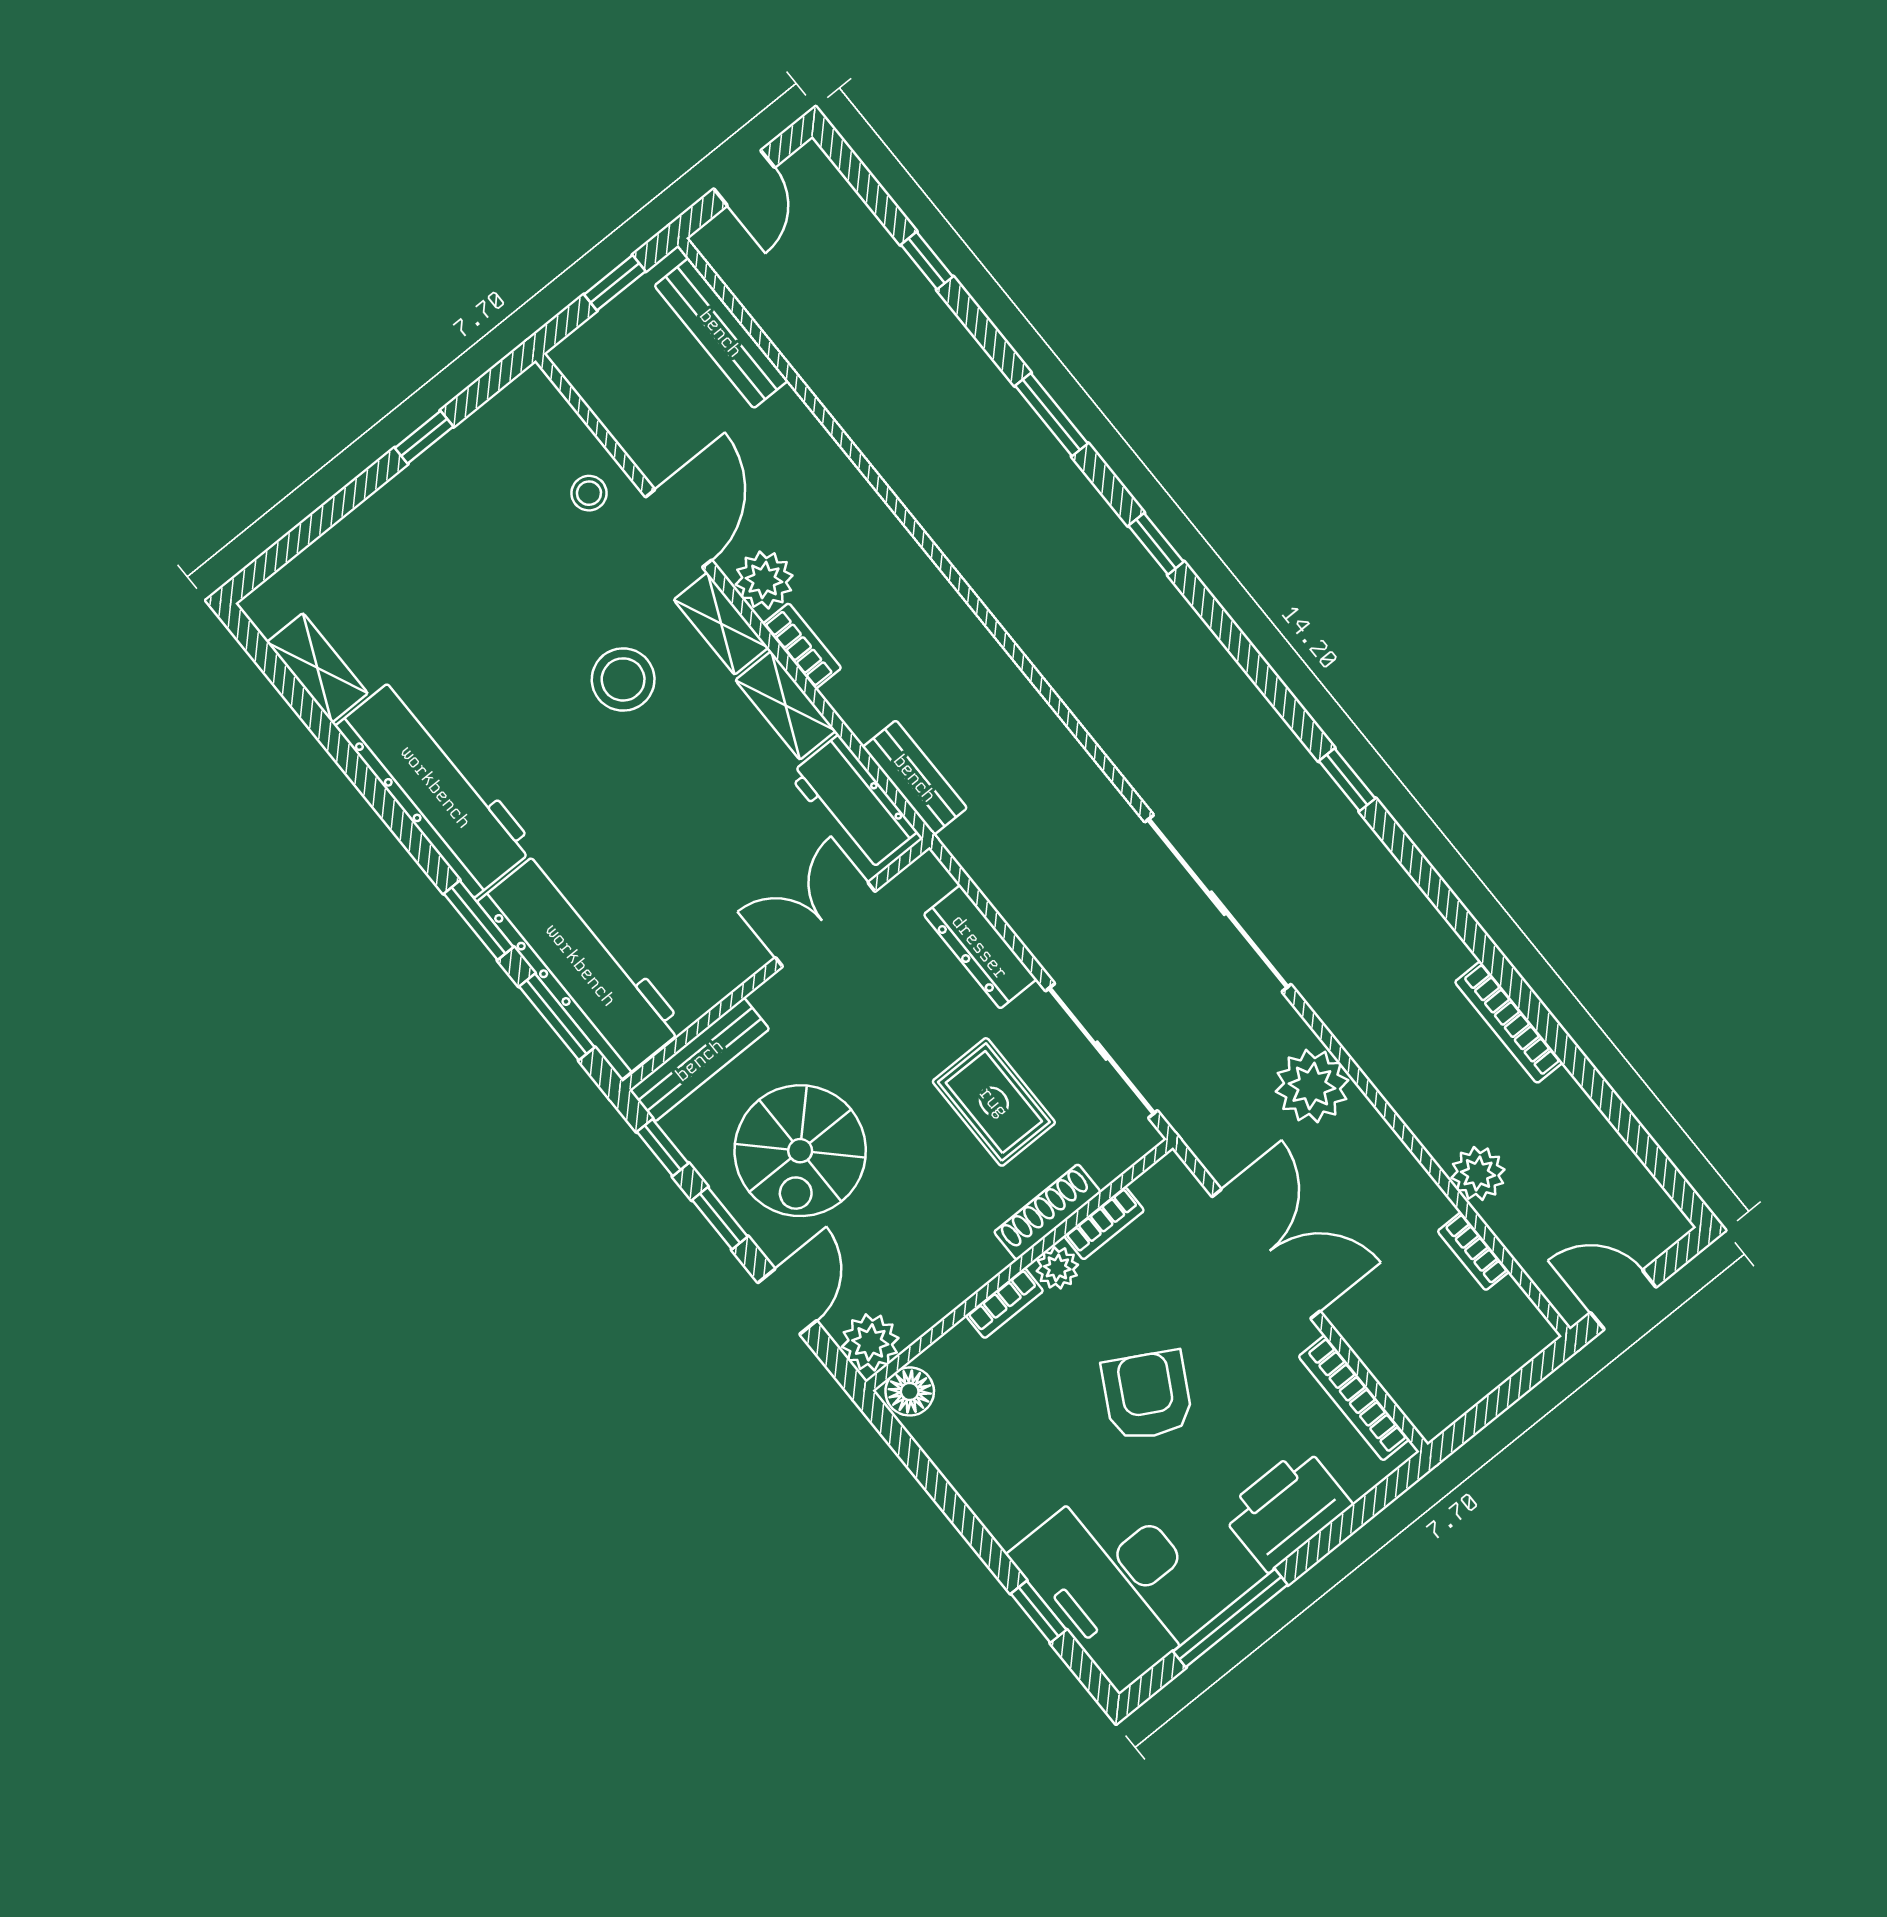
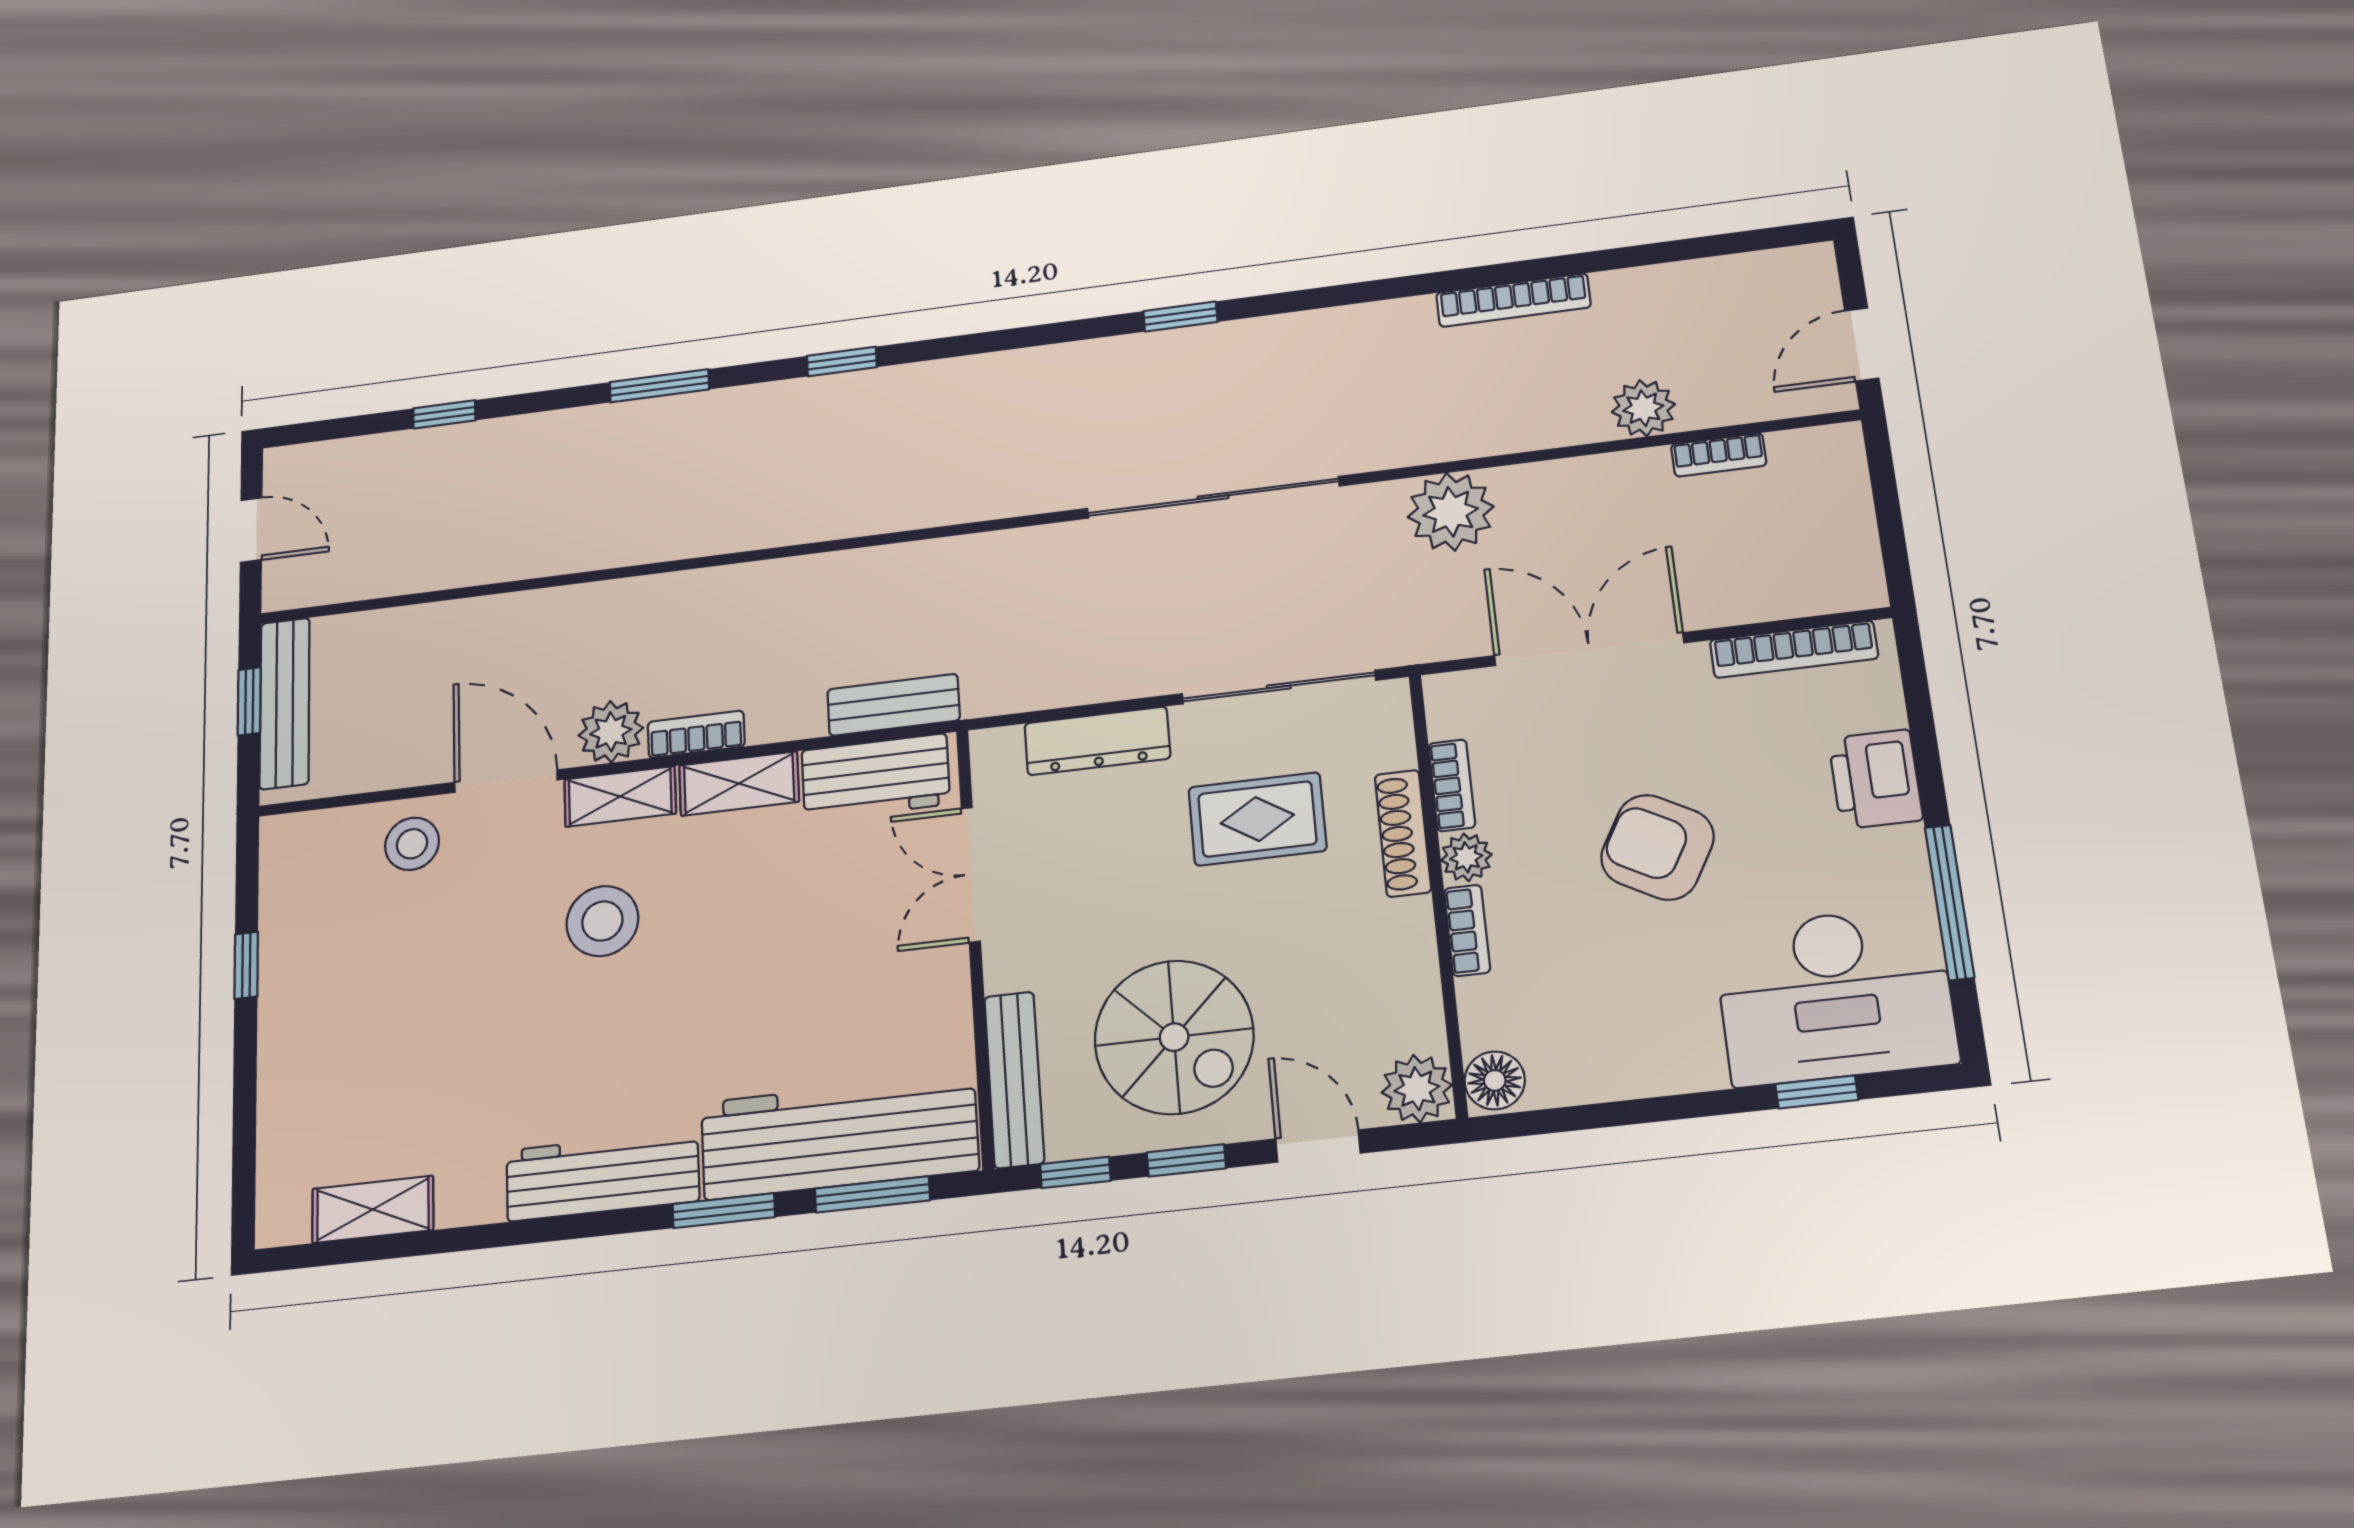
bench: (721, 333) -> (285, 703), moved, turned 90
stool: (589, 493) -> (412, 844), width x1.37, depth x1.37
workbench: (436, 787) -> (603, 1176), width x0.73, depth x0.76
printer: (1286, 1509) -> (1875, 779), width x0.73, depth x0.84

